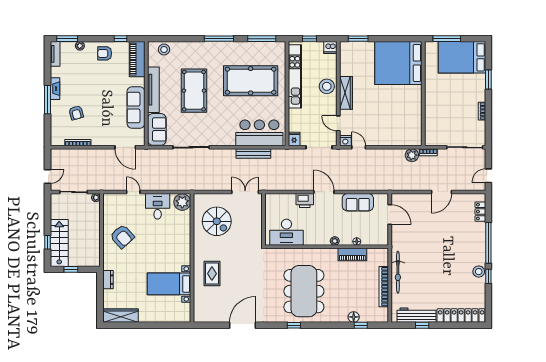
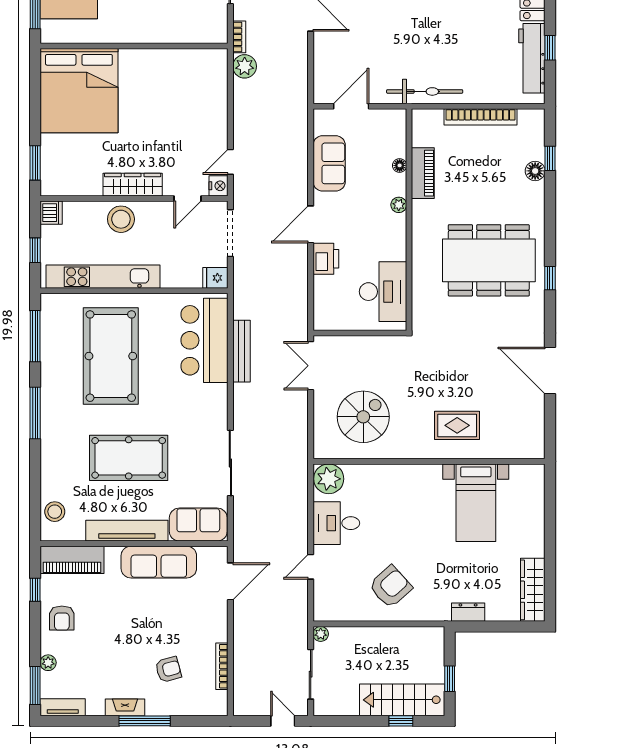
bicycle: (398, 272) -> (425, 91), moved

